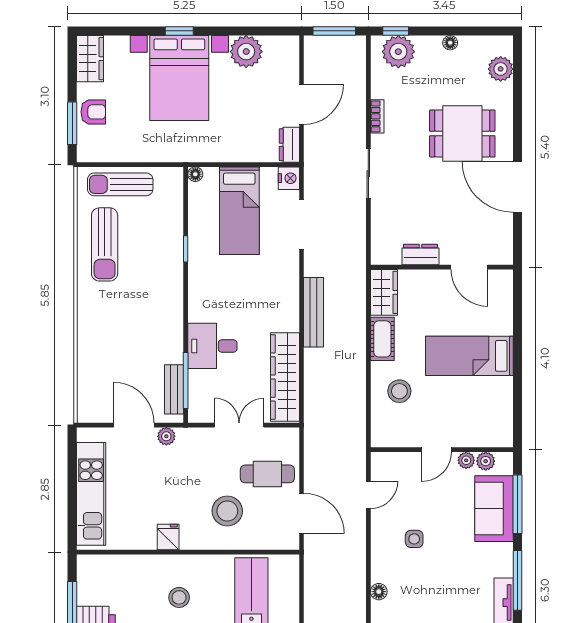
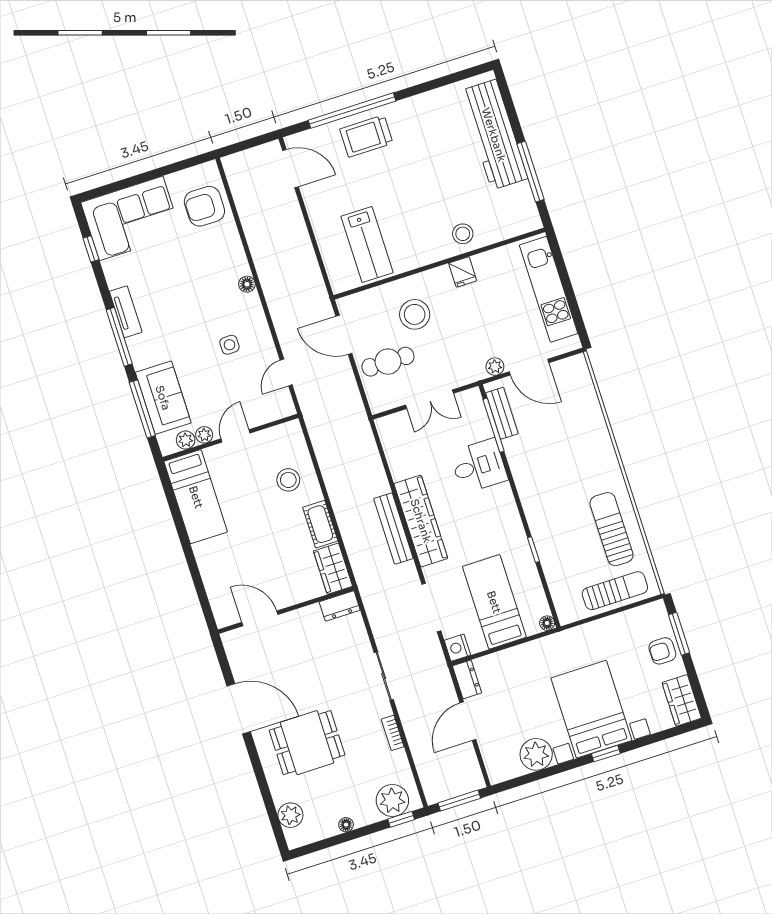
dresser: (421, 254) -> (340, 606), moved
bed: (469, 356) -> (196, 497), moved, turned 90
wardrobe: (285, 377) -> (421, 521), moved
stool: (179, 597) -> (463, 234), moved

